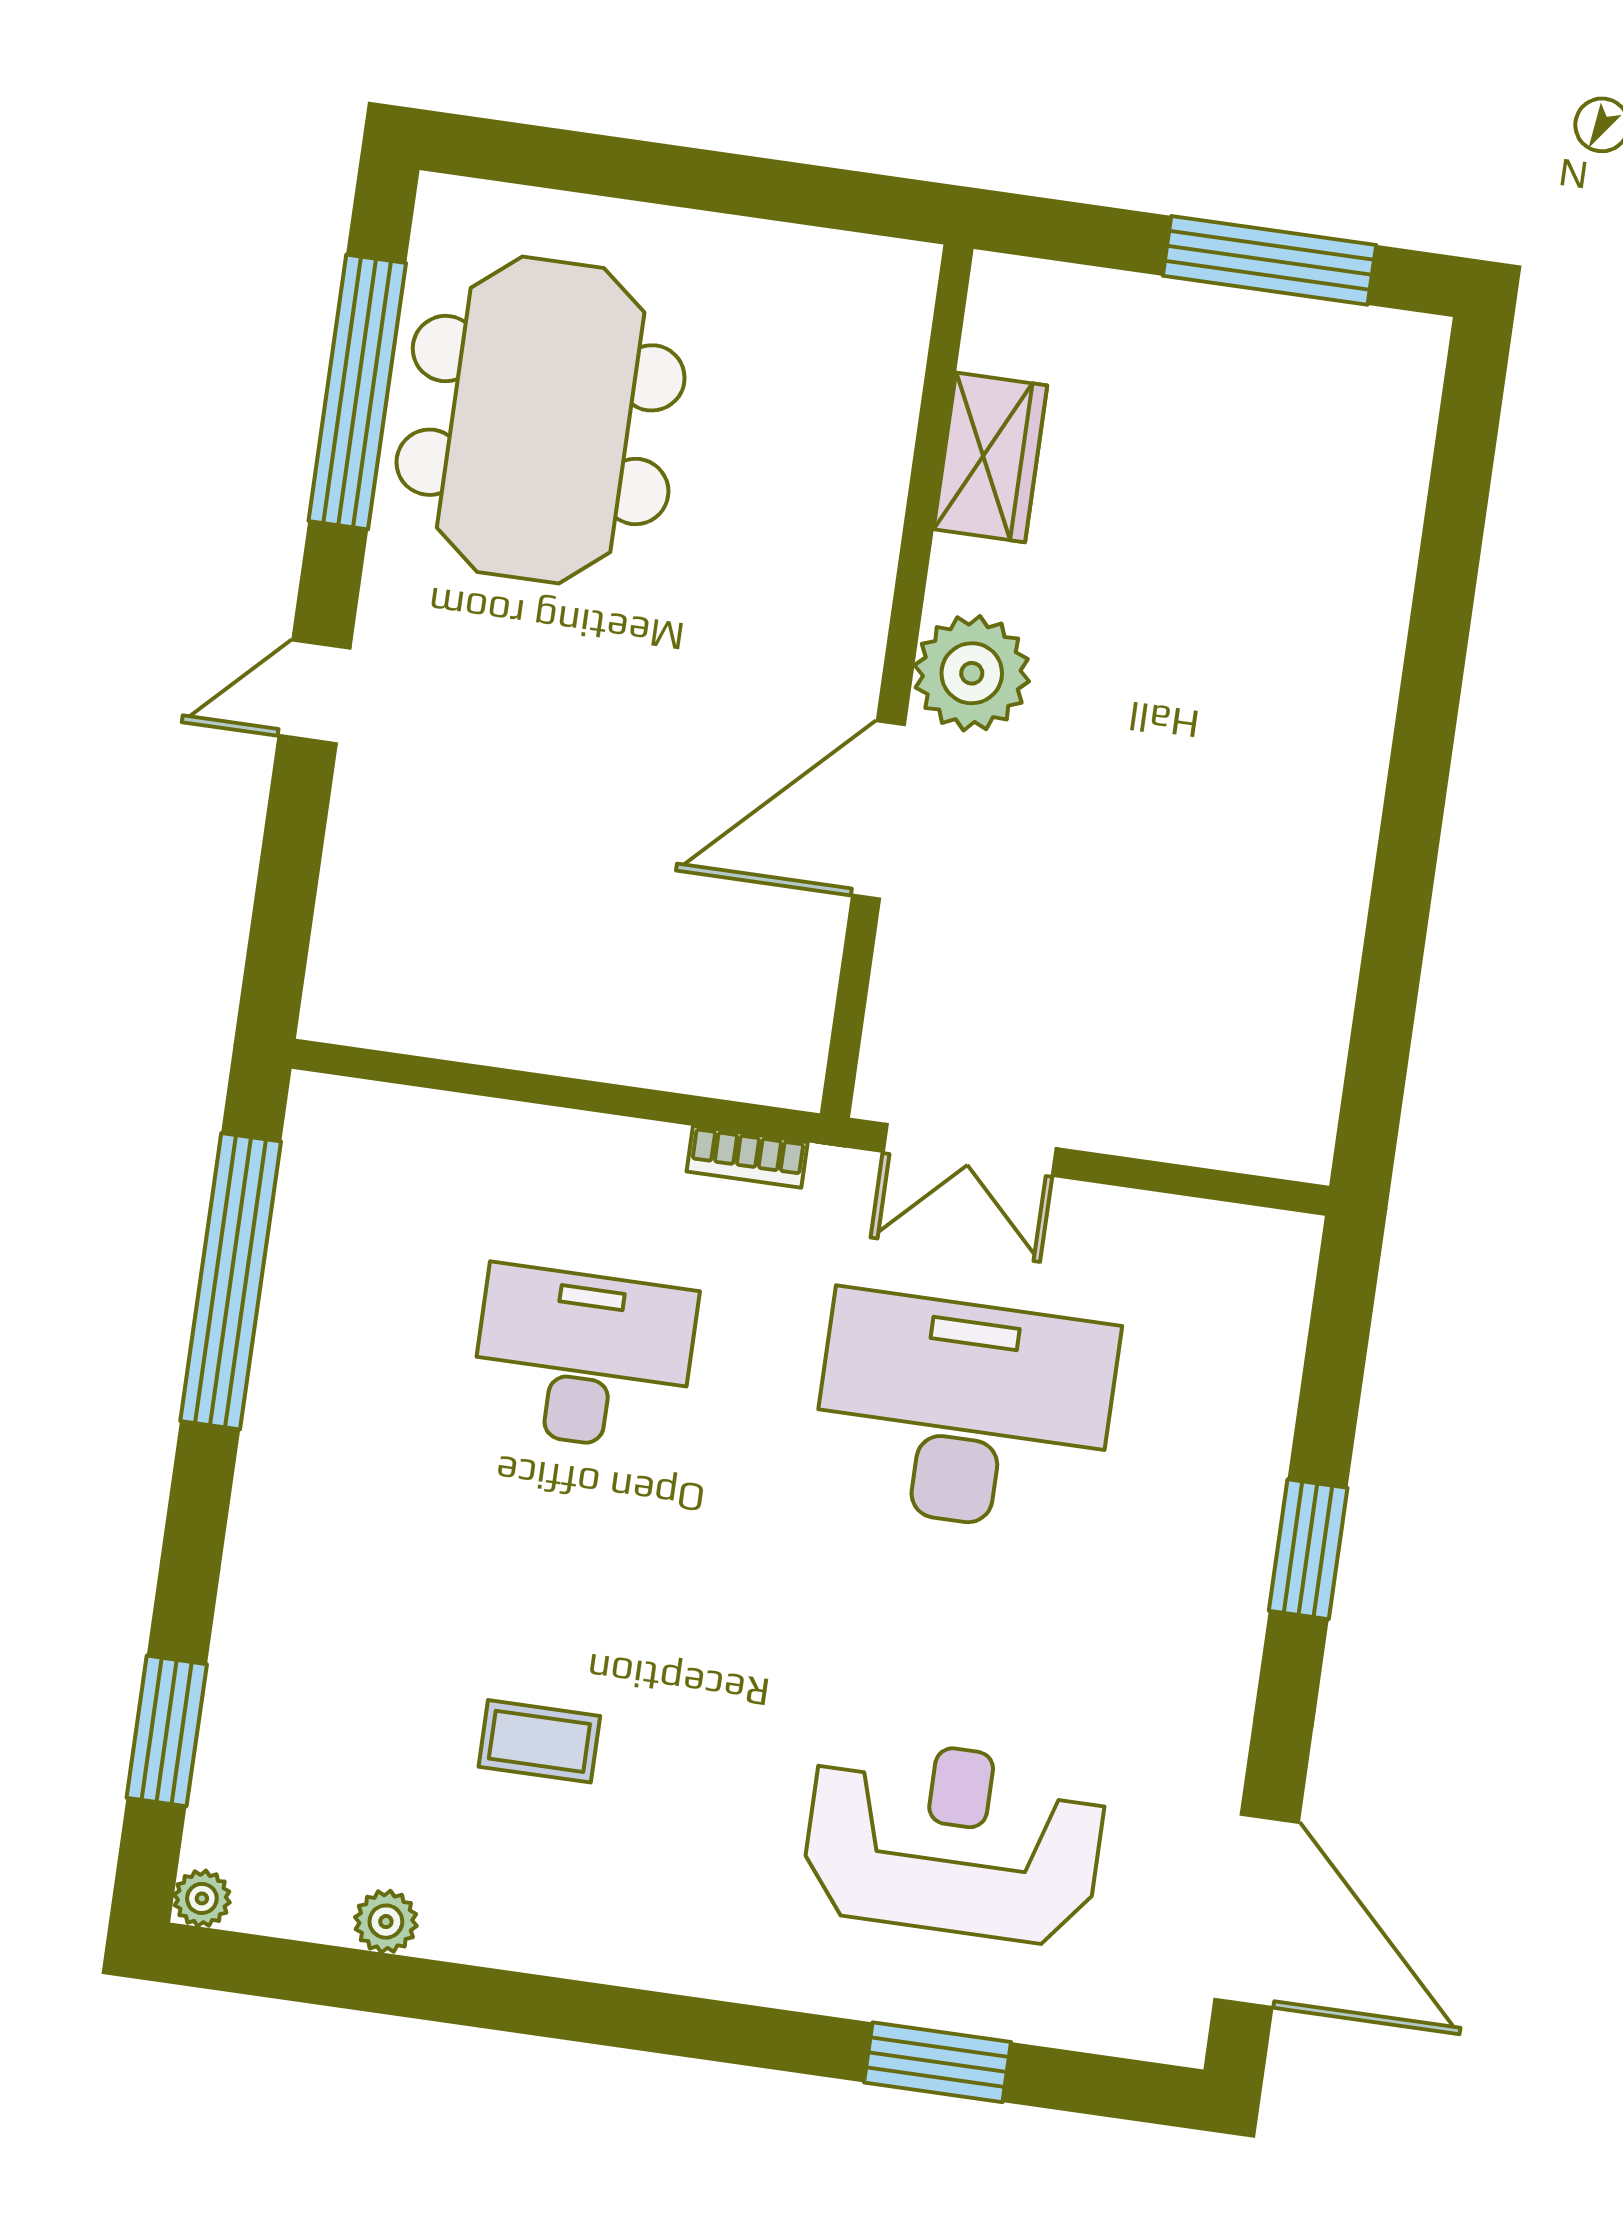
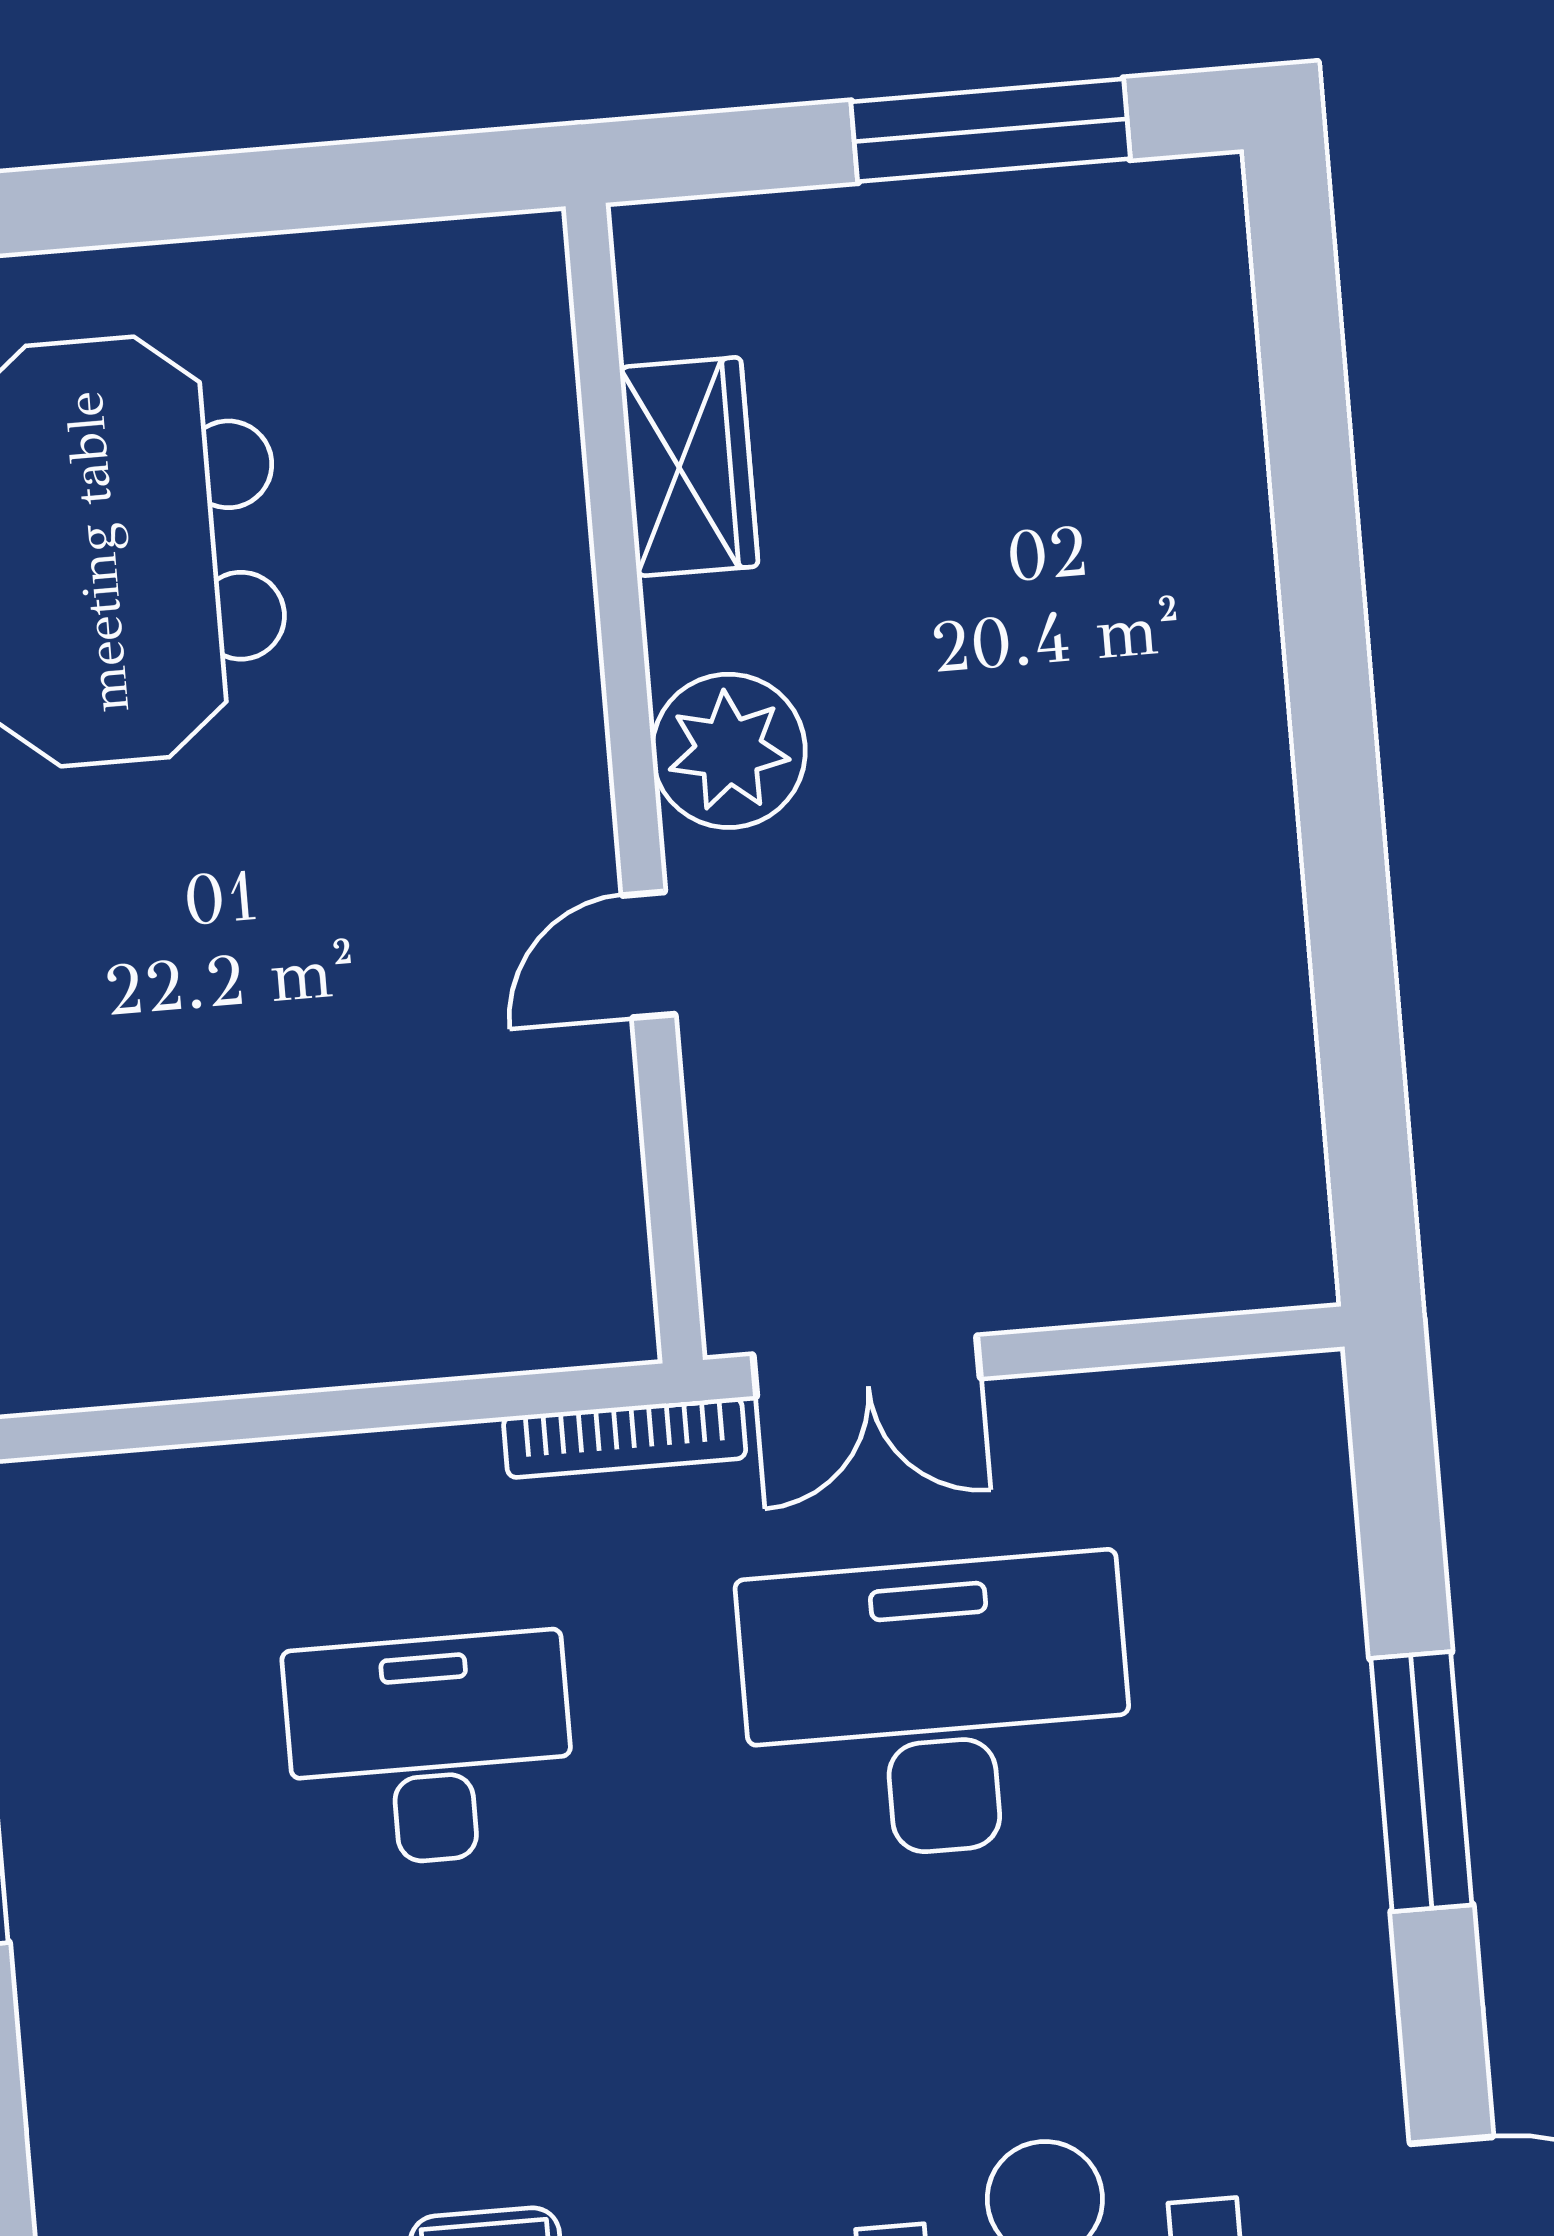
door: (878, 810) -> (649, 955), width x0.53
bookcase: (747, 1157) -> (625, 1438), width x1.56
window: (1308, 1549) -> (1421, 1782), width x1.44

